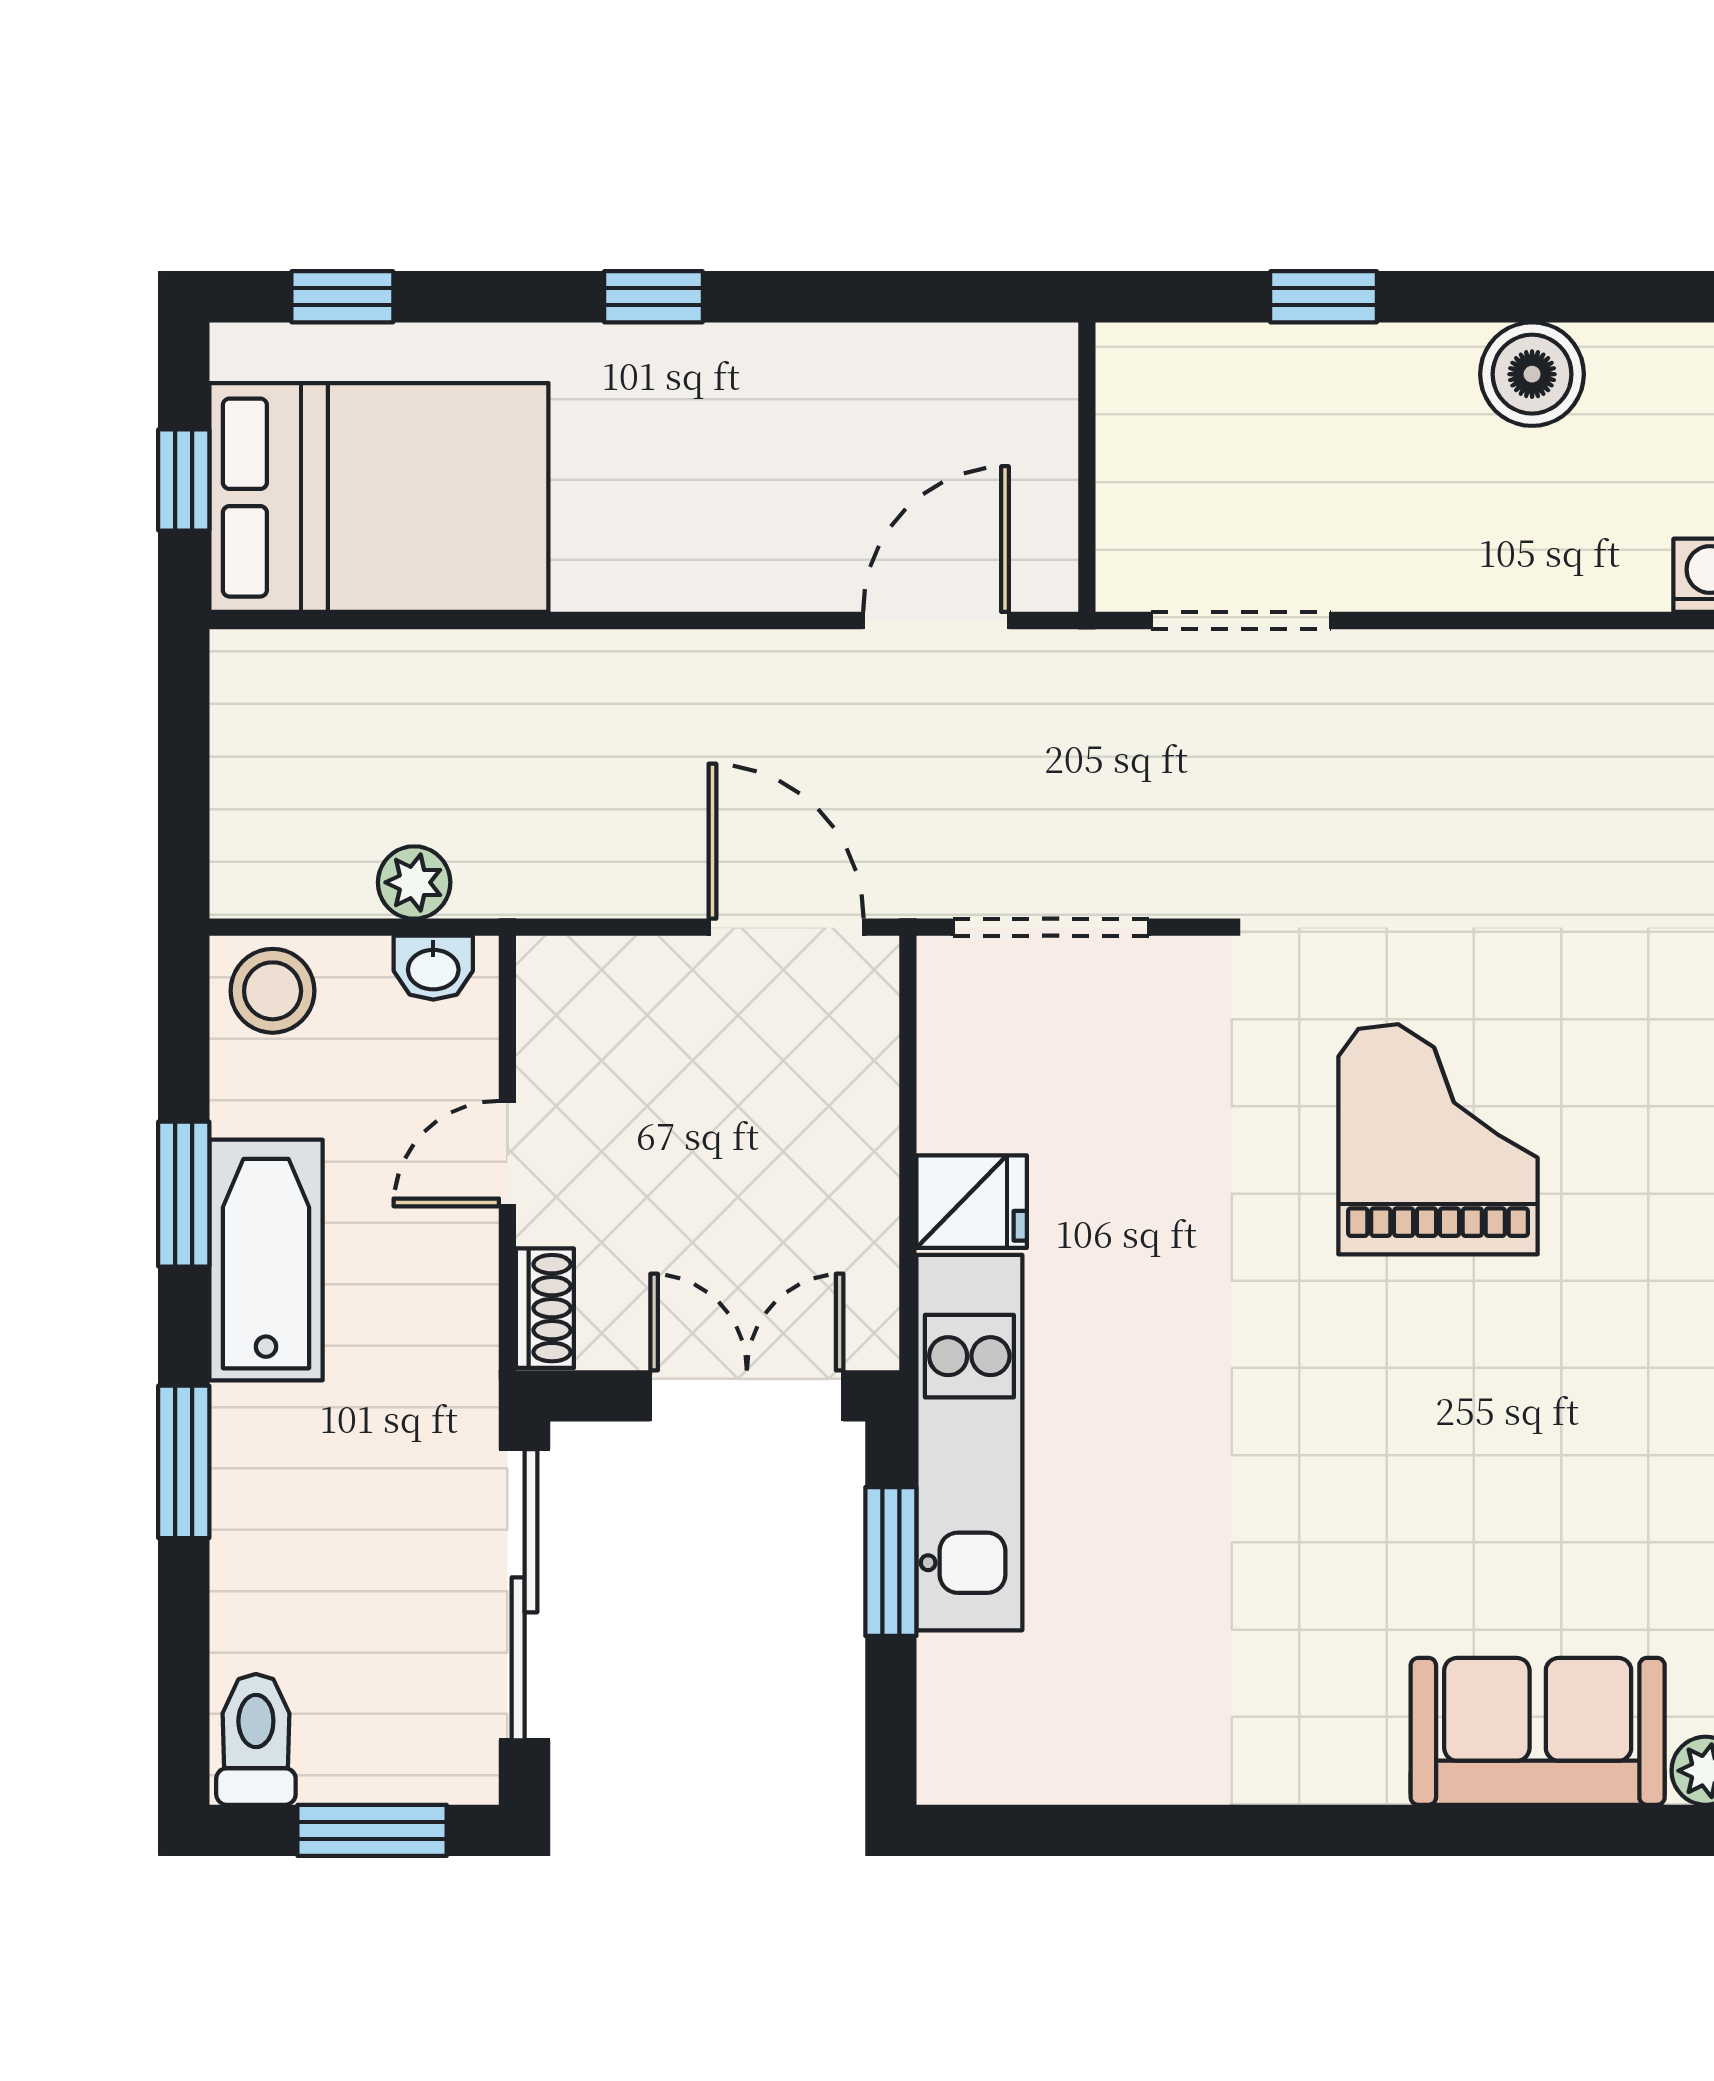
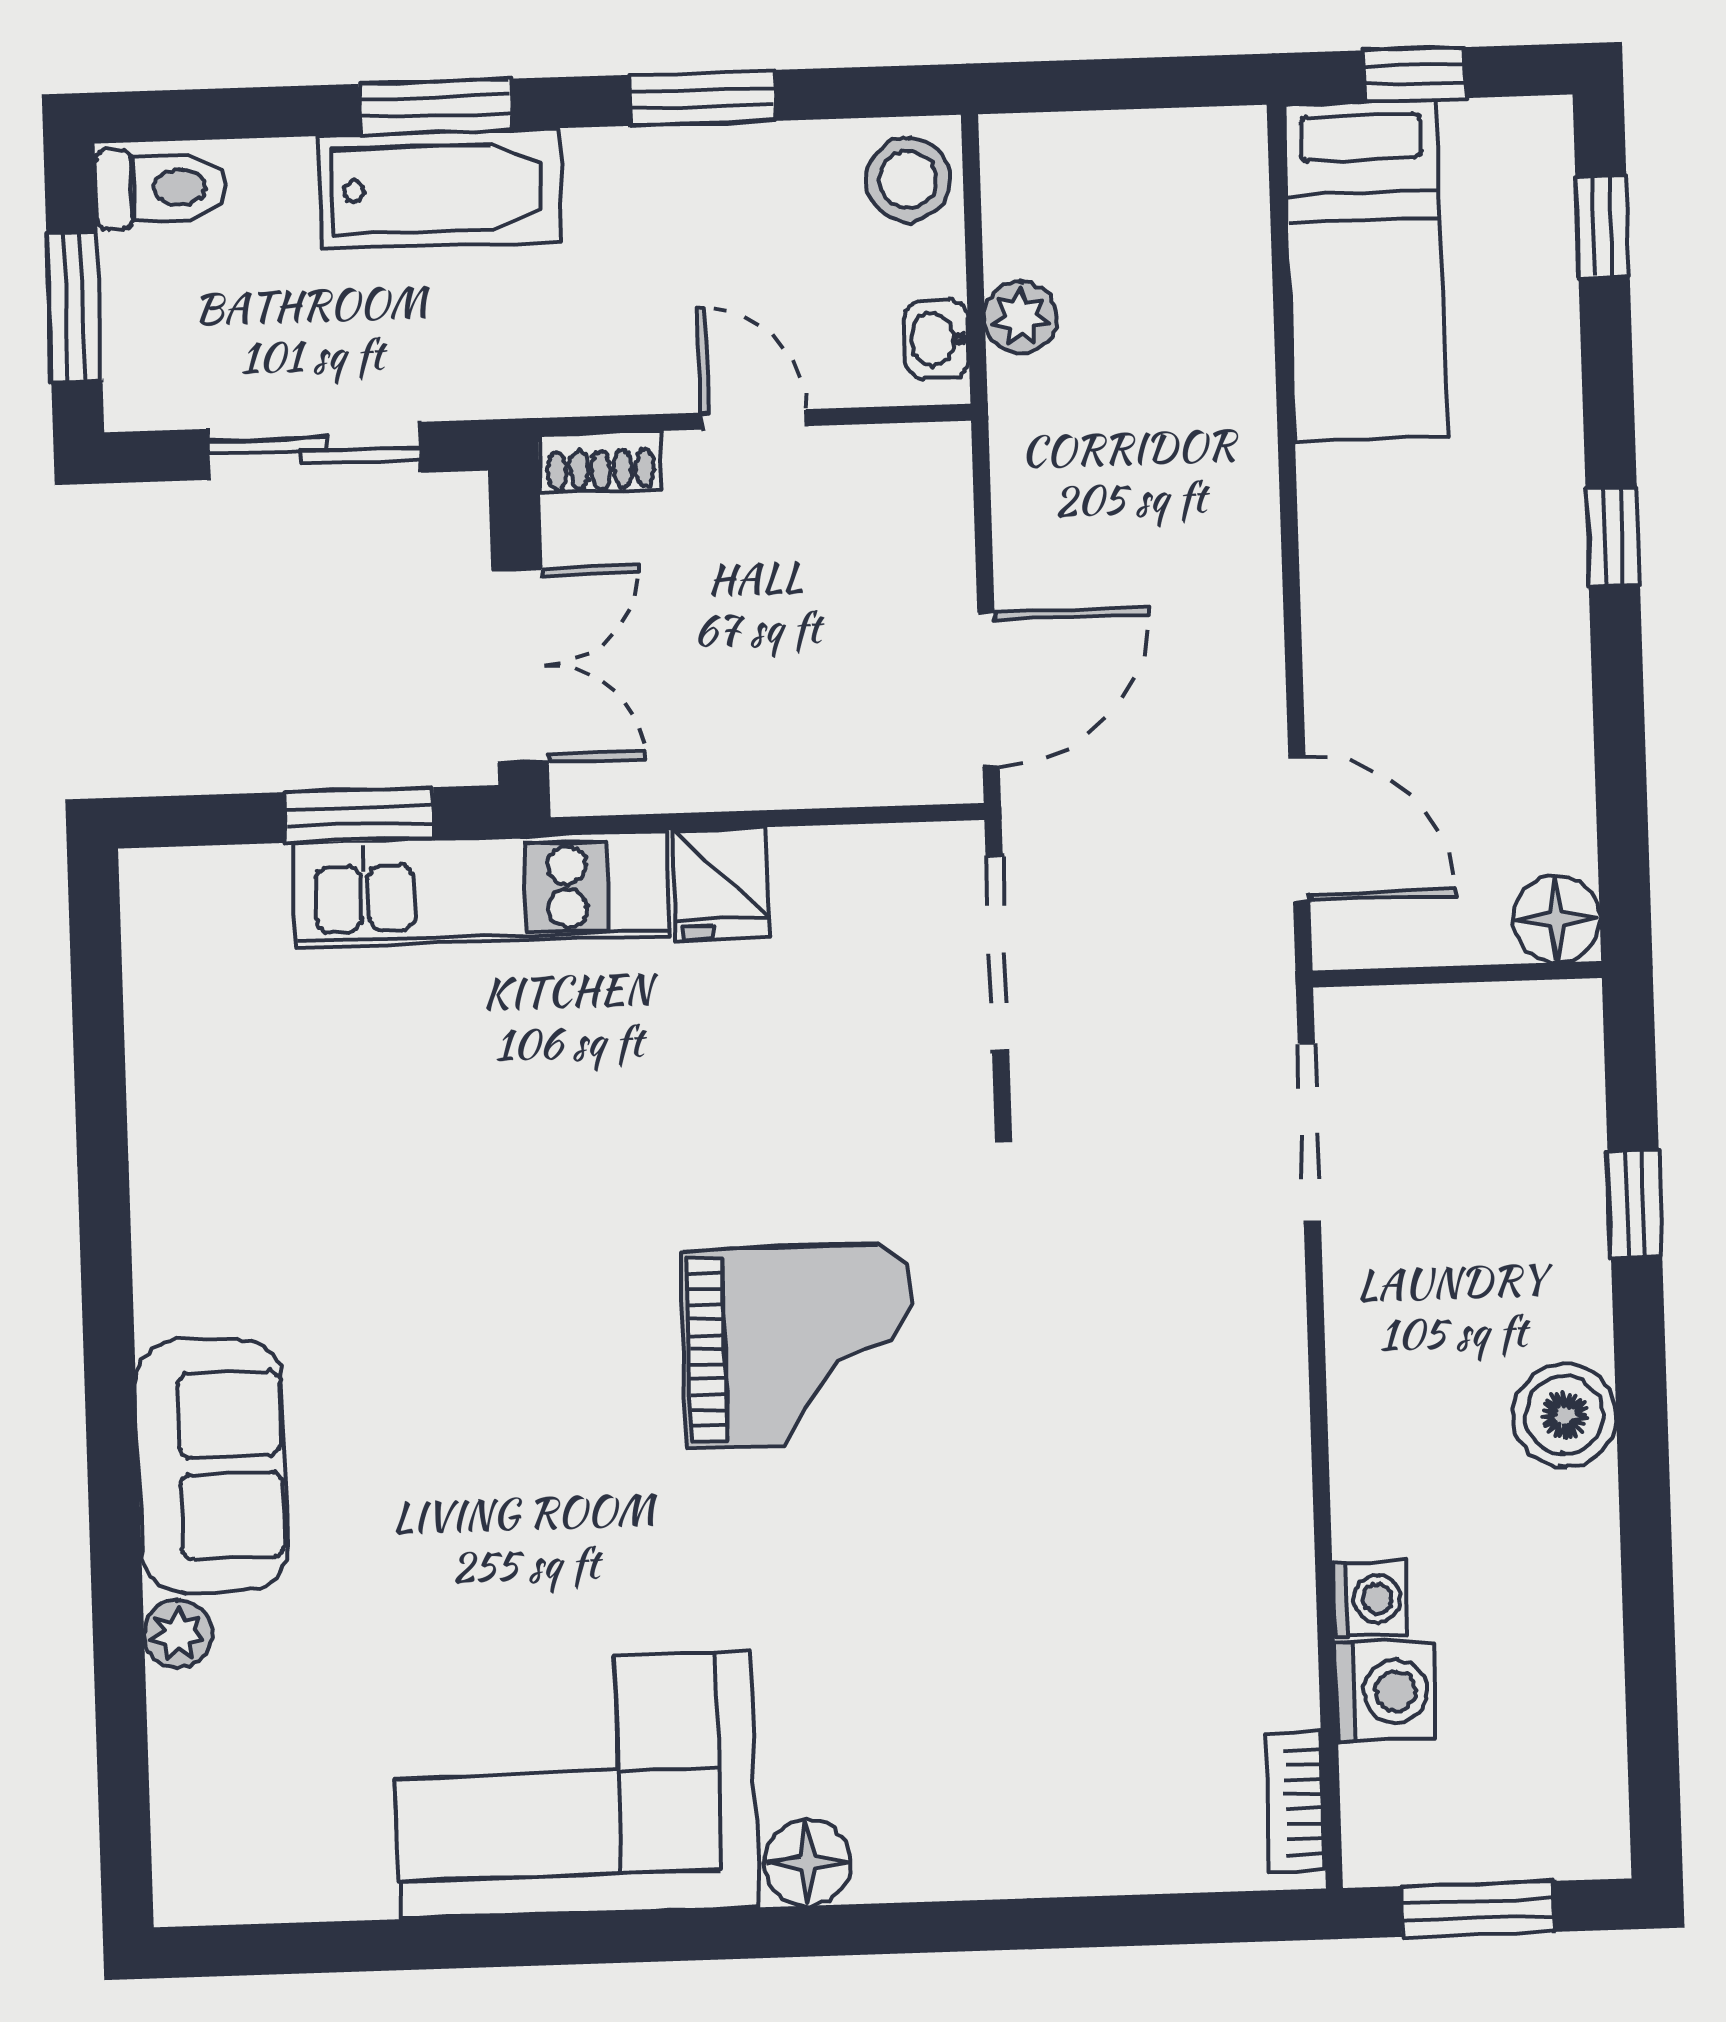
floor lamp: (1035, 366) -> (1556, 919), added
bed: (379, 498) -> (1365, 271), width x0.67
bathtub: (266, 1260) -> (440, 189), moved
sliding door: (525, 1595) -> (314, 451), width x0.73

